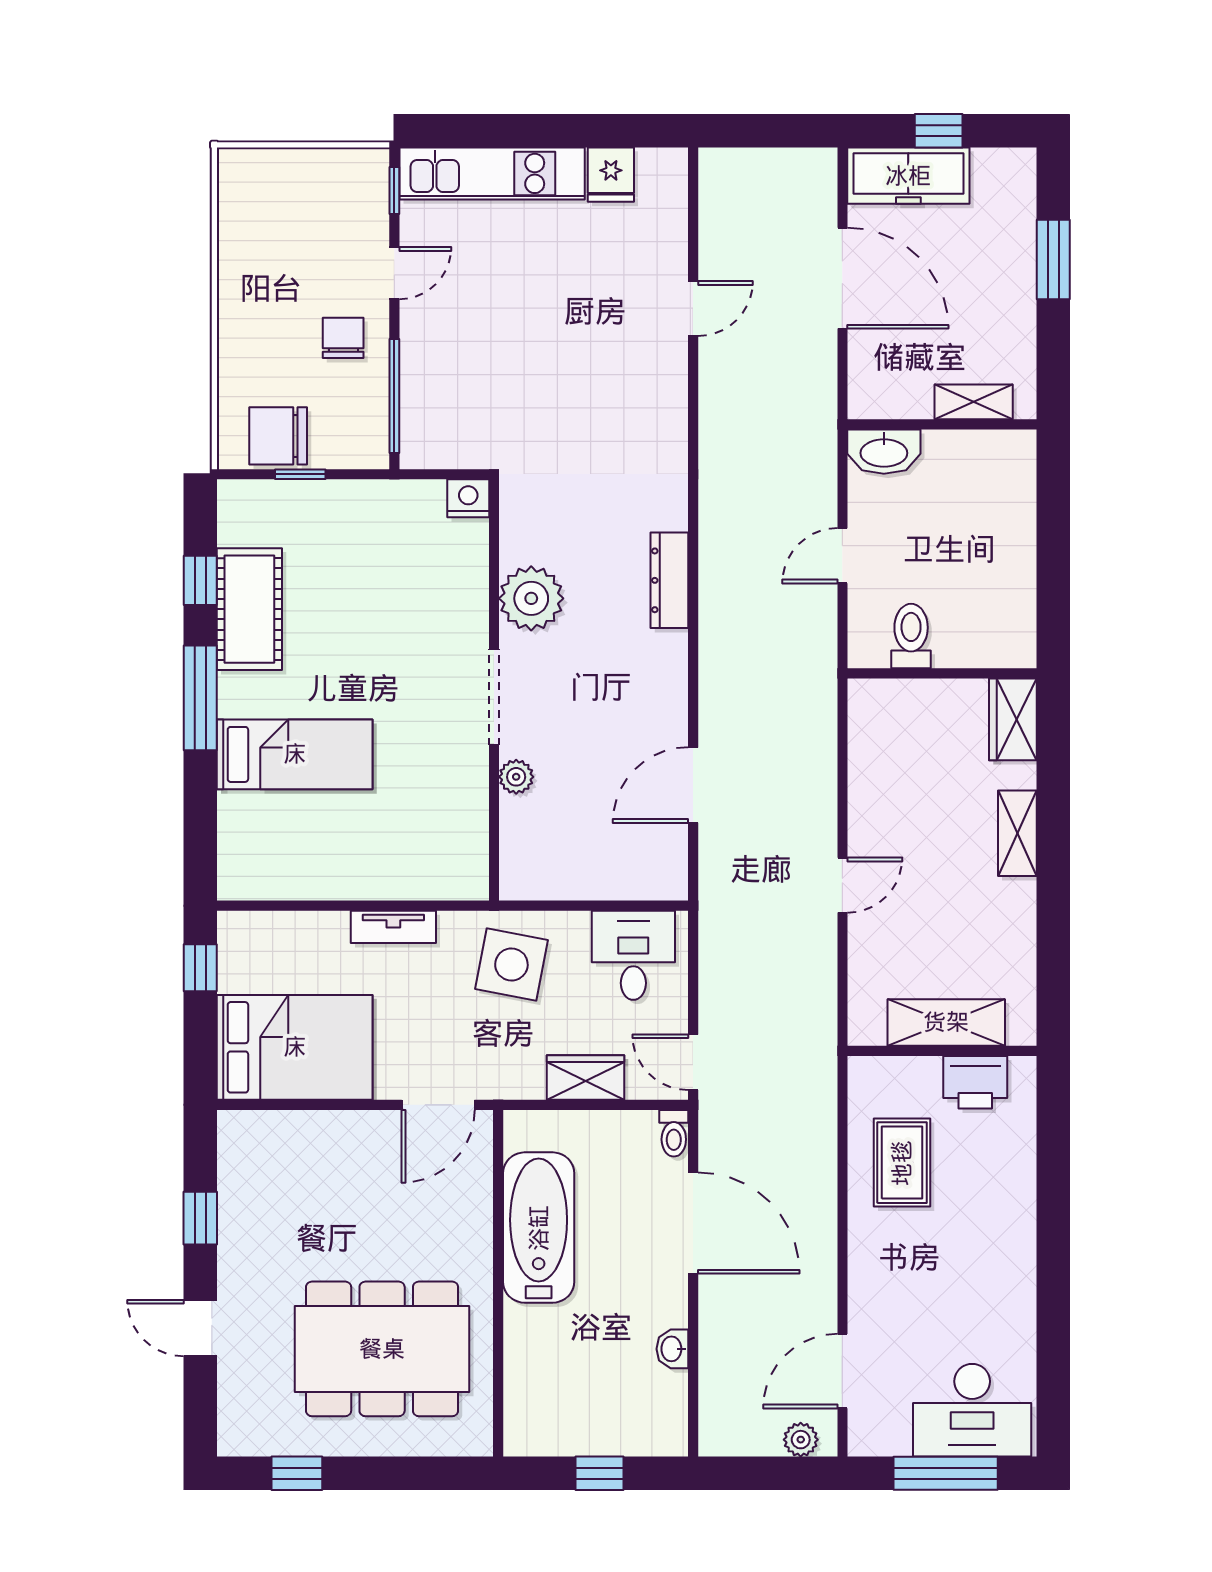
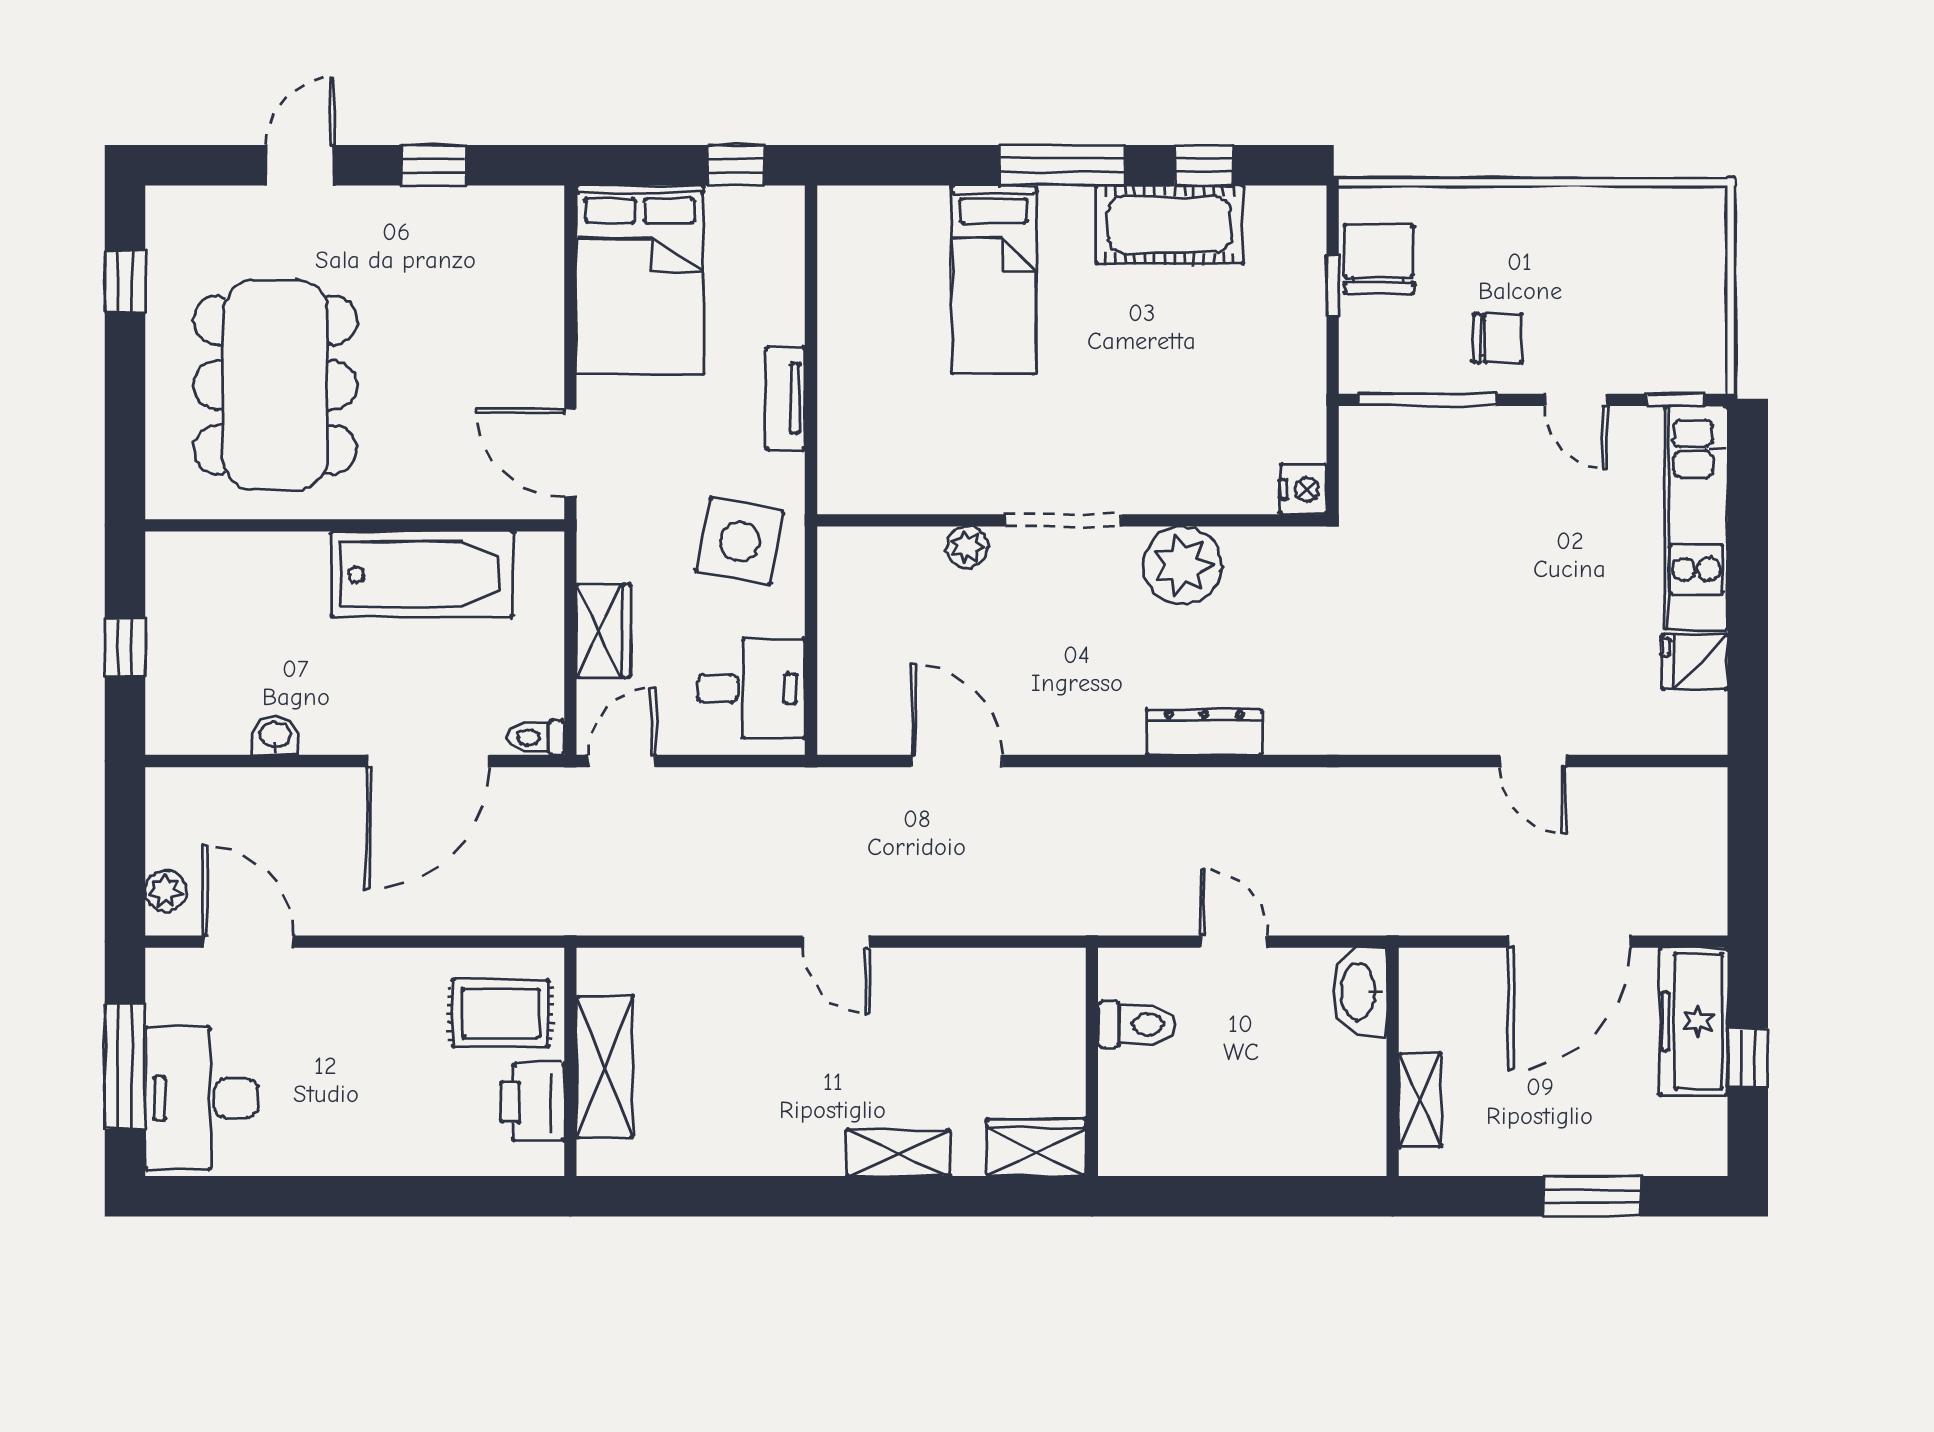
shelving: (946, 1022) -> (605, 1067), moved
wall: (942, 1051) -> (570, 1062), moved
printer: (975, 1082) -> (532, 1102), moved

